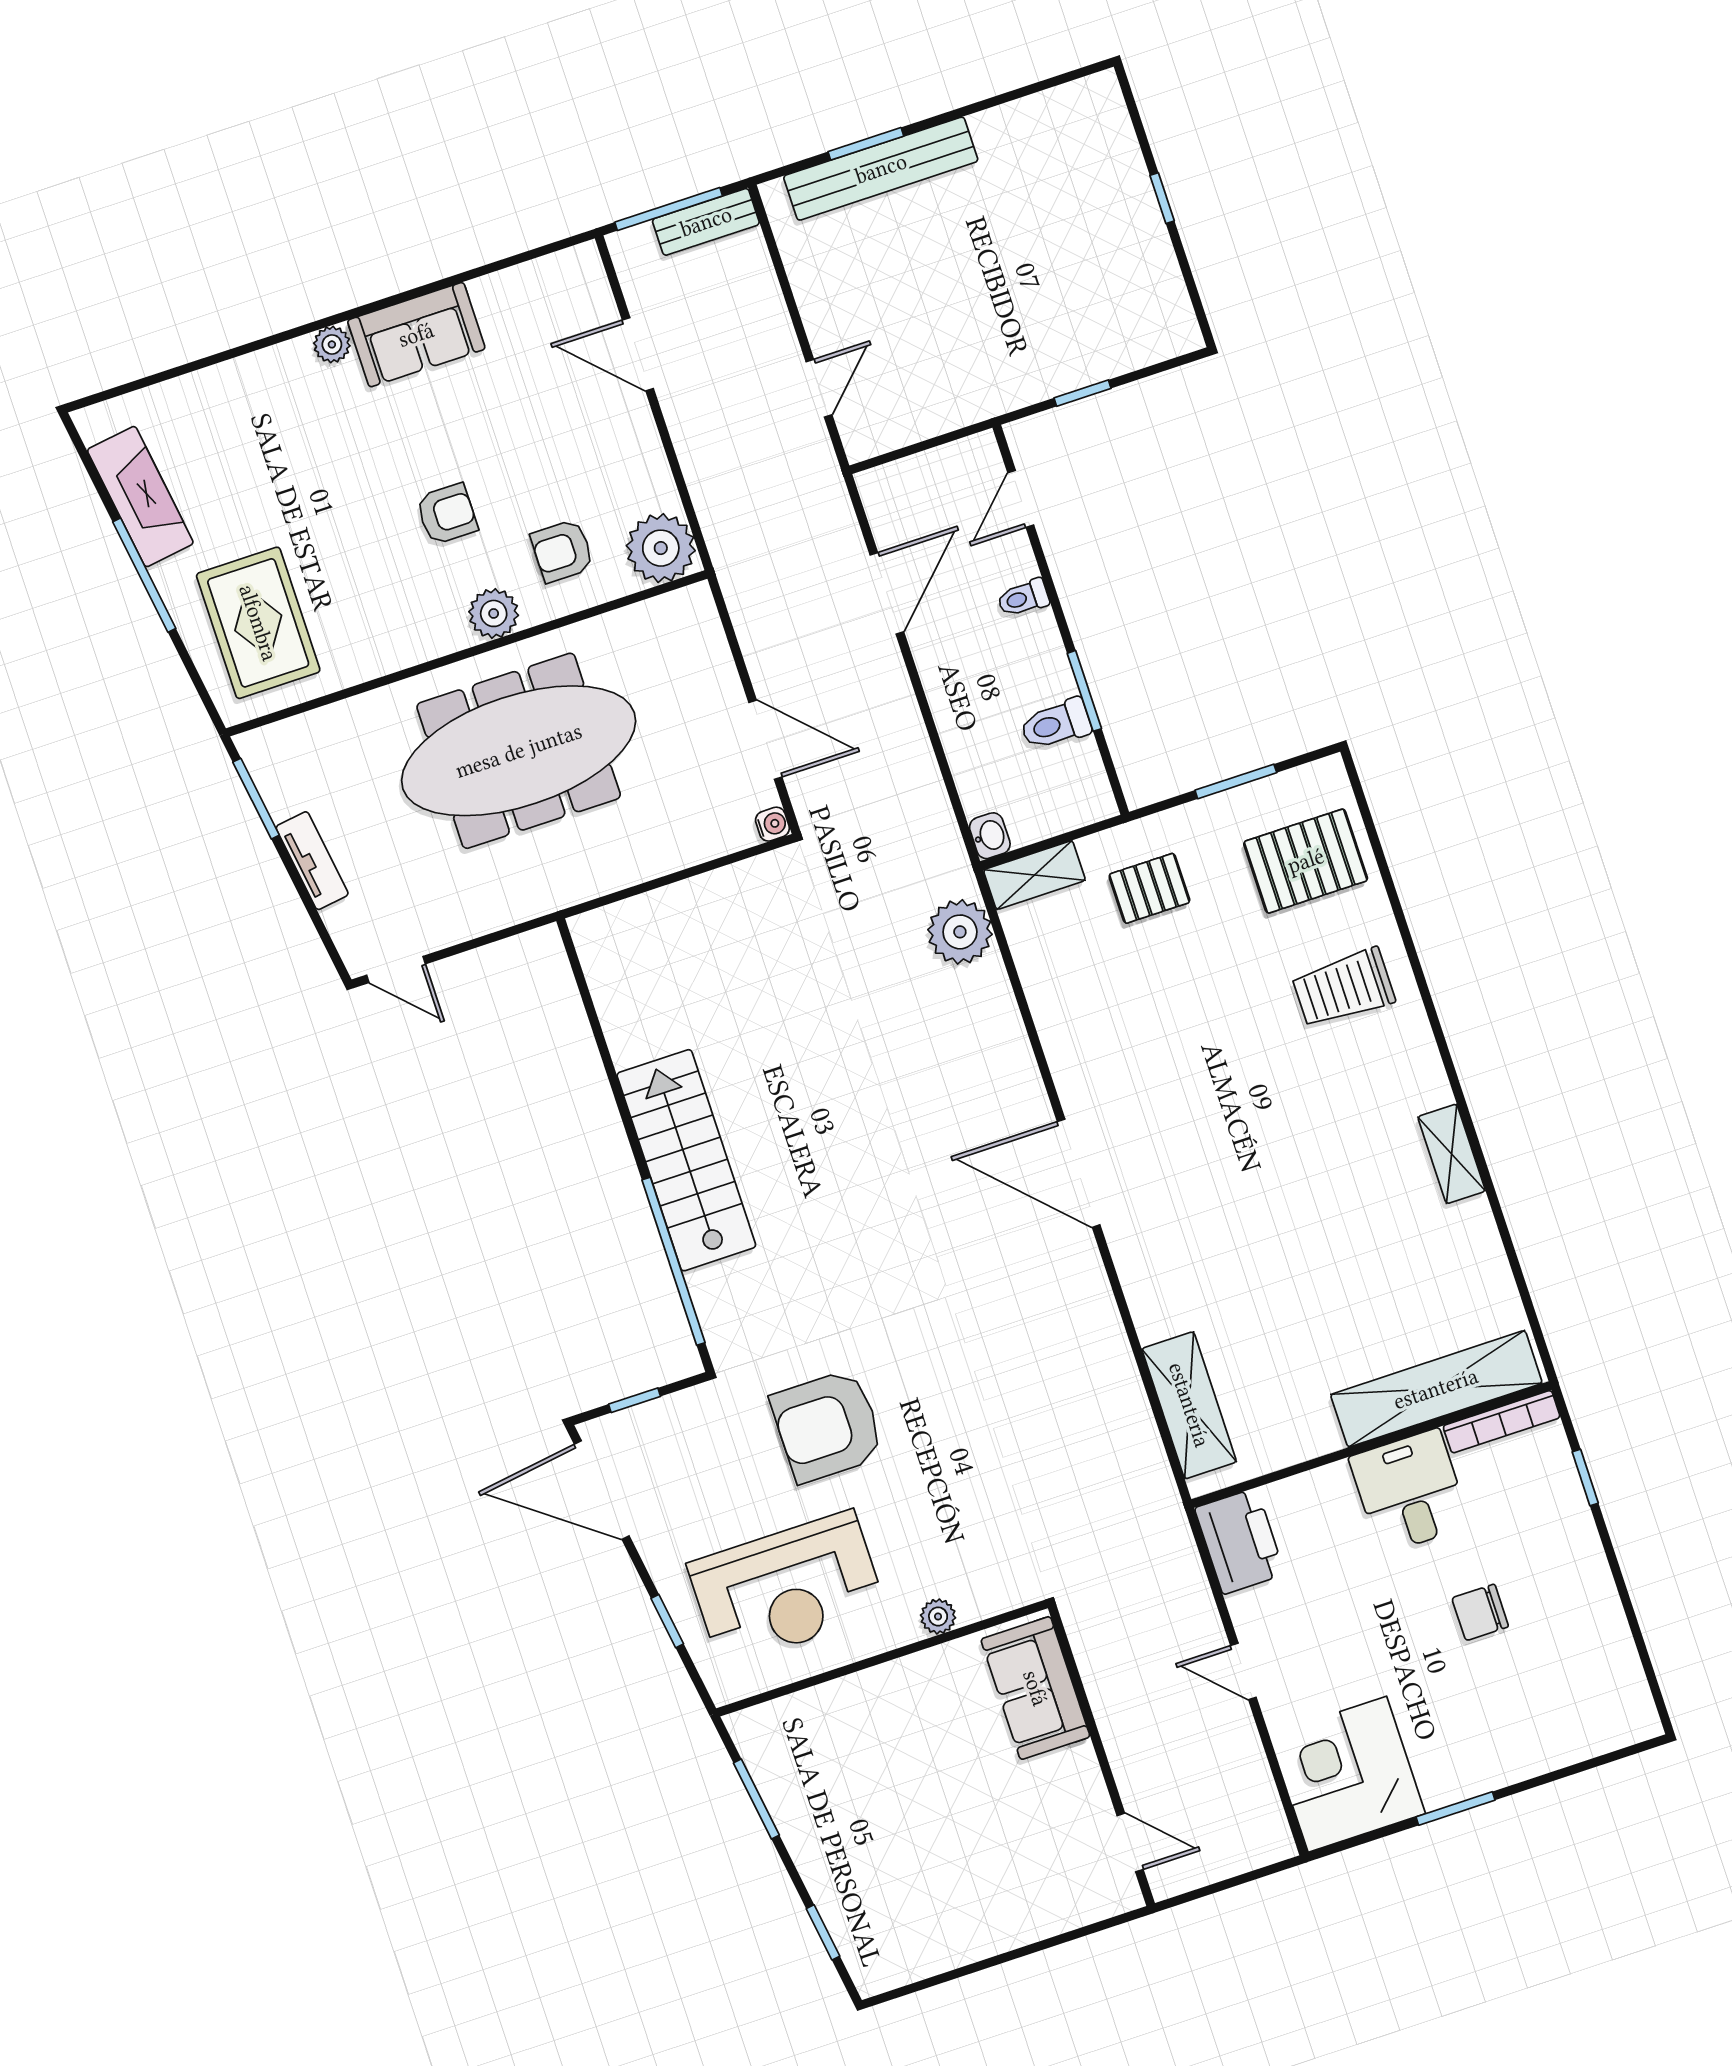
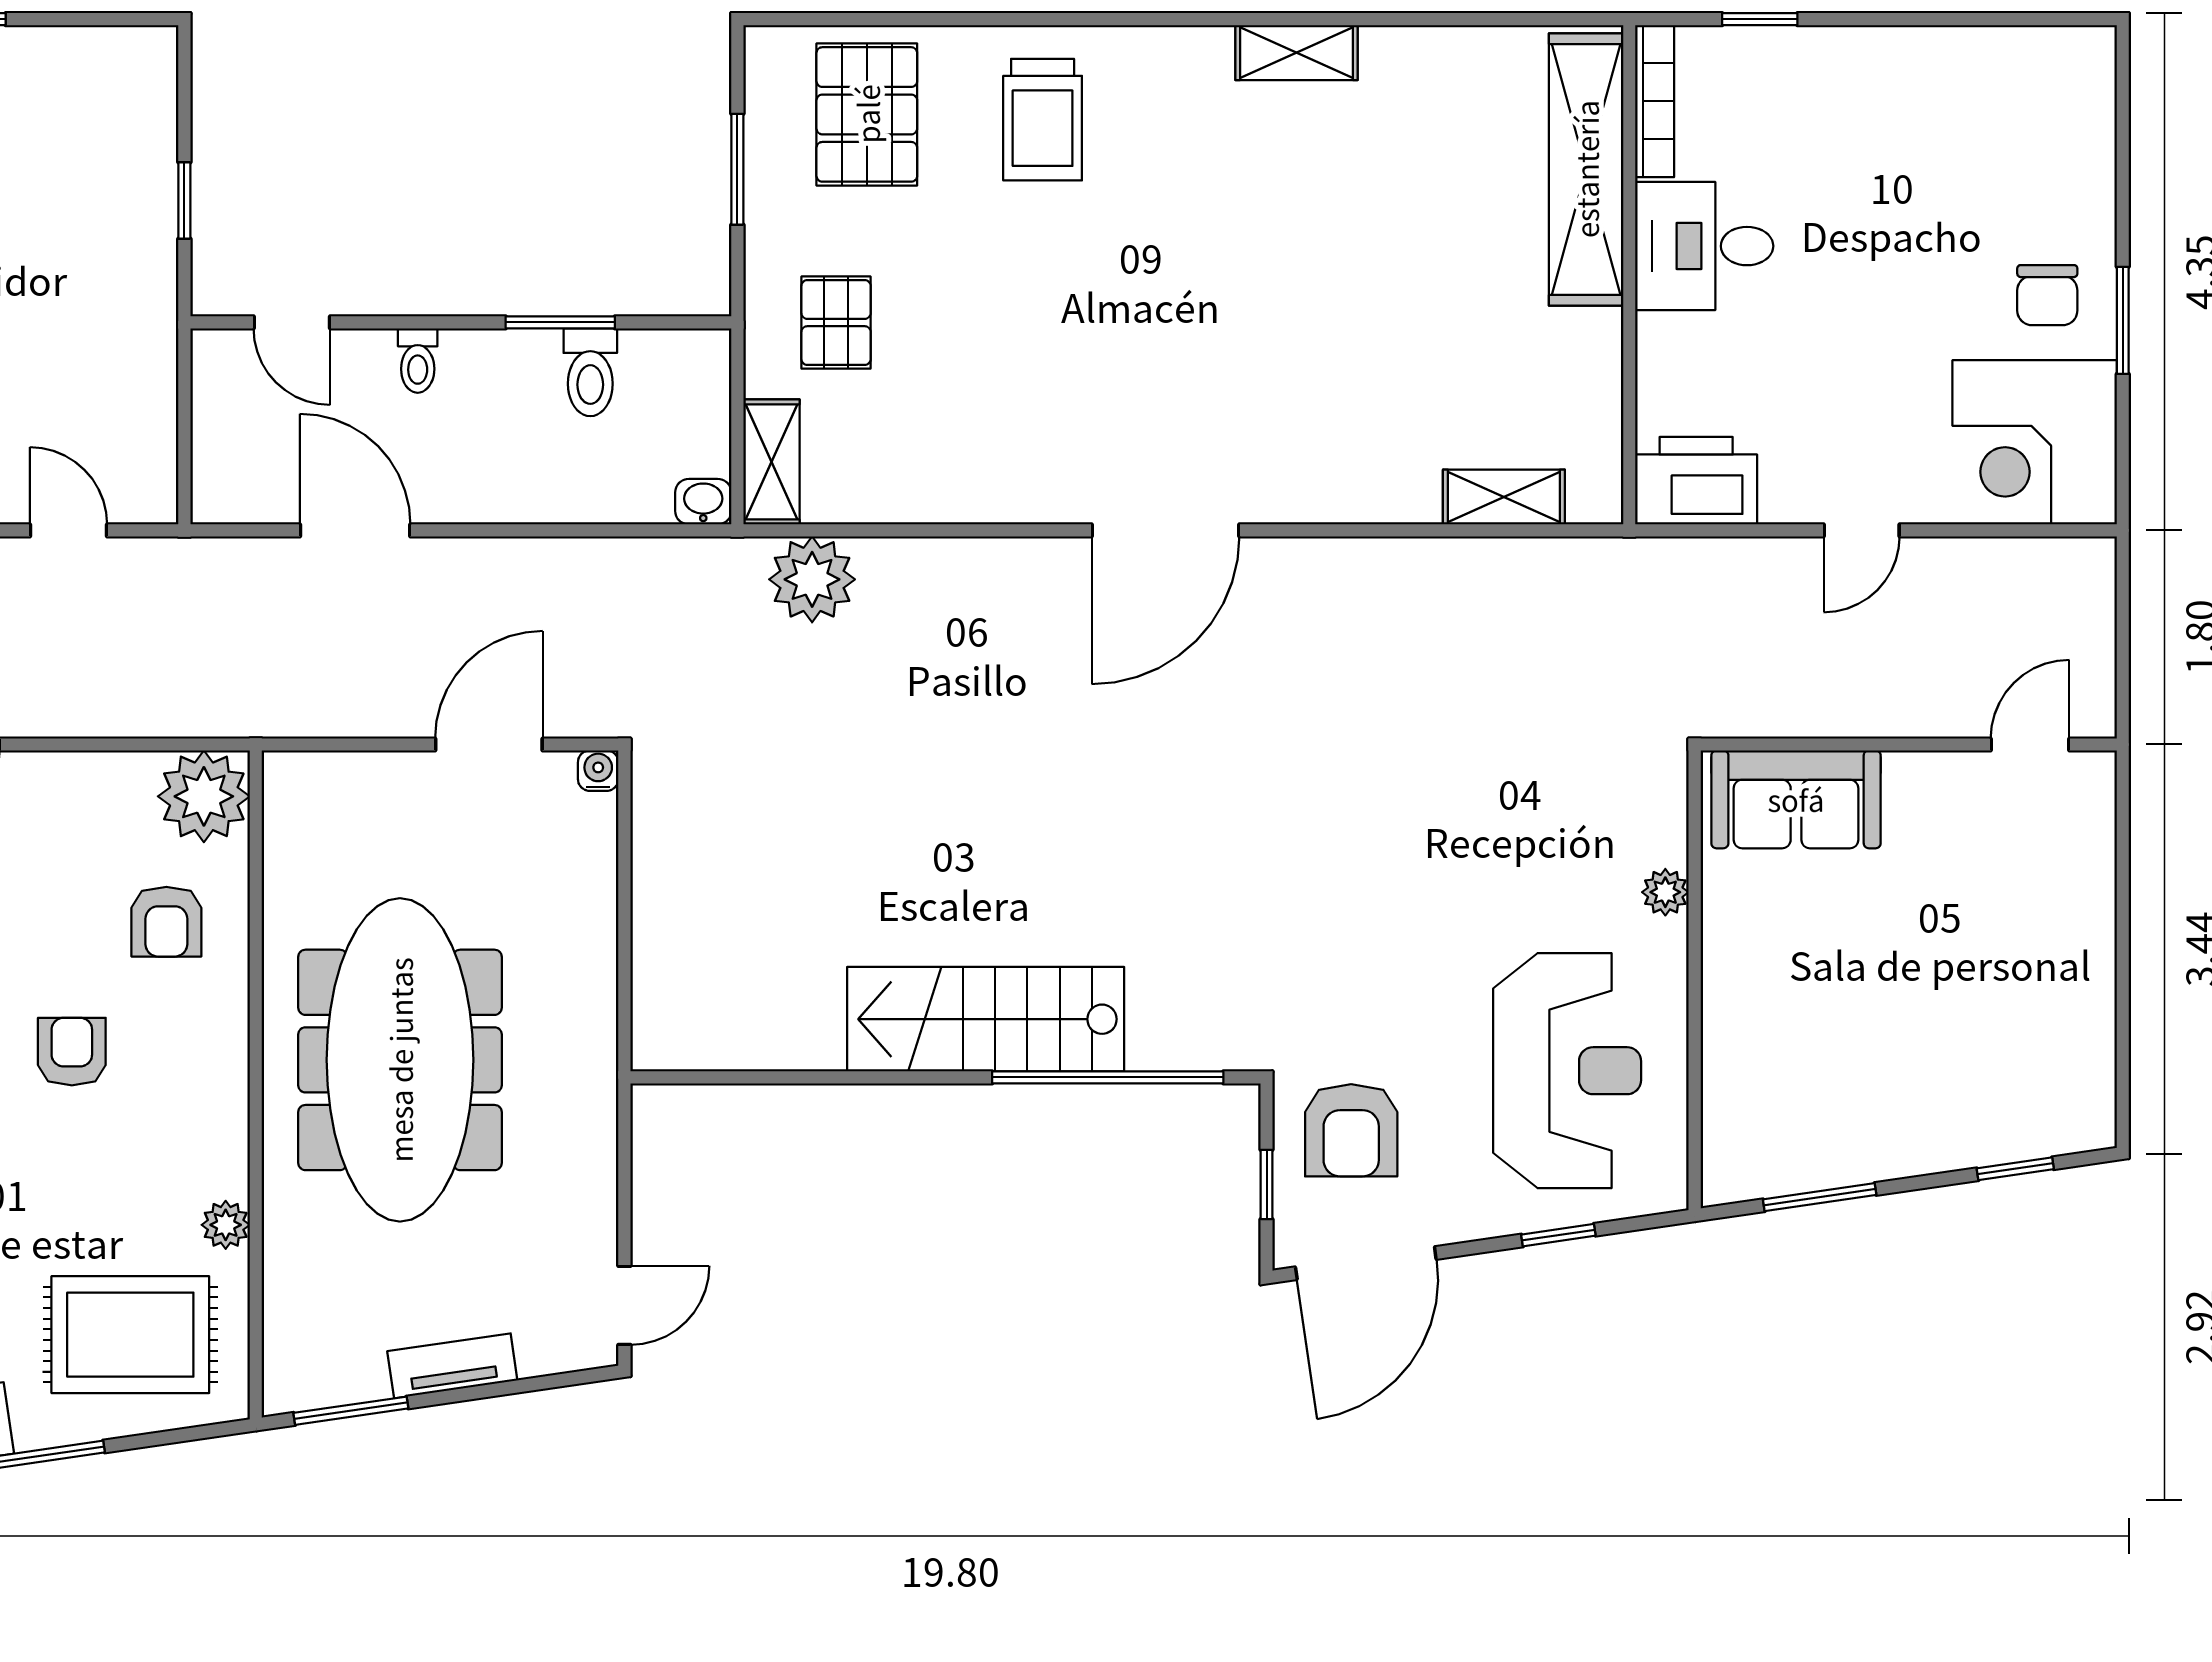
plant: (494, 613) -> (226, 1225), moved, width x0.73, depth x0.73
shelving: (1189, 1405) -> (1504, 497), width x0.67, depth x0.75
armchair: (827, 1426) -> (1351, 1130), moved, width x0.73, depth x0.73
chair: (1480, 1612) -> (2047, 295), moved

